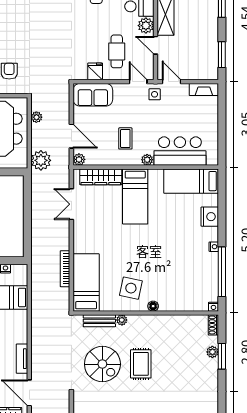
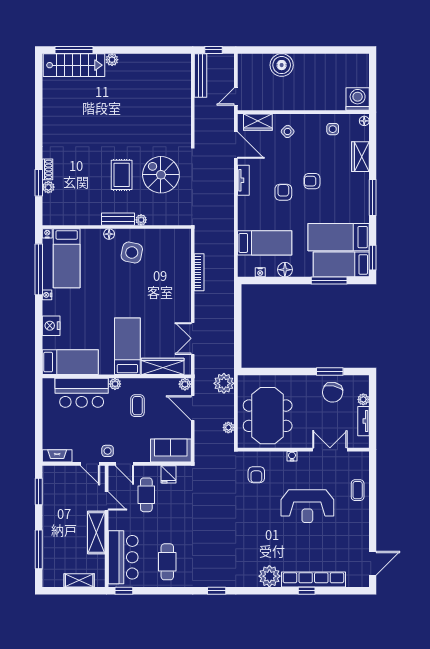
plant: (146, 26) -> (116, 521), removed
double door: (71, 204) -> (193, 338), swing flipped
bed: (86, 282) -> (67, 258), moved
bench: (99, 321) -> (118, 219), moved
shoe rack: (213, 325) -> (47, 169), moved

